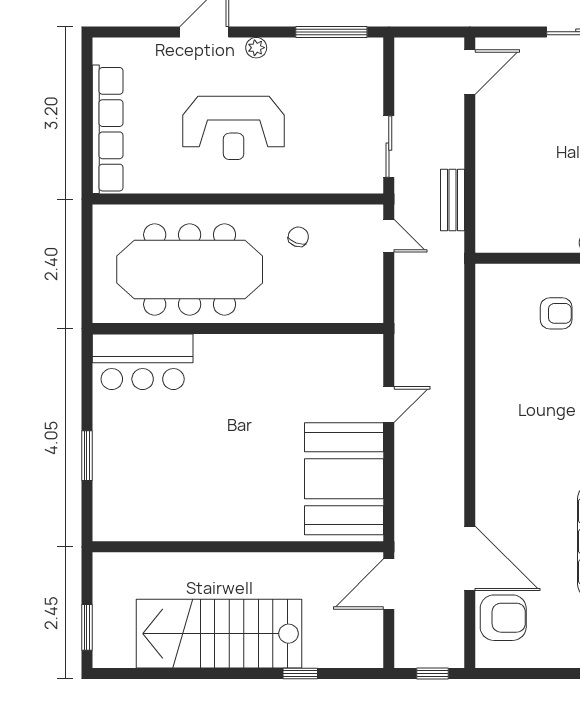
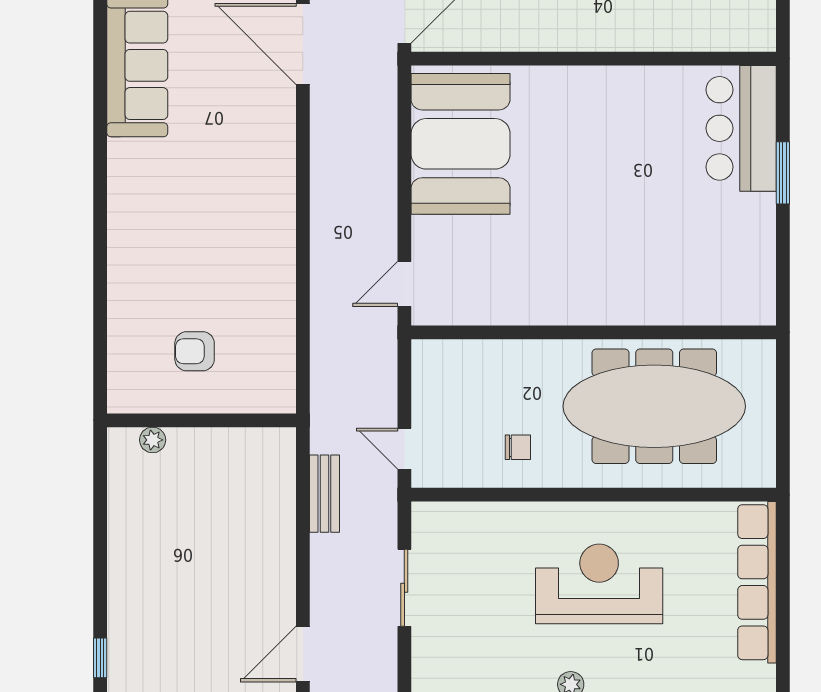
sliding door: (389, 147) -> (404, 588), moved
chair: (298, 237) -> (518, 447), turned -110
bar counter: (143, 362) -> (741, 128), moved, turned -90
door: (389, 404) -> (404, 284), moved

